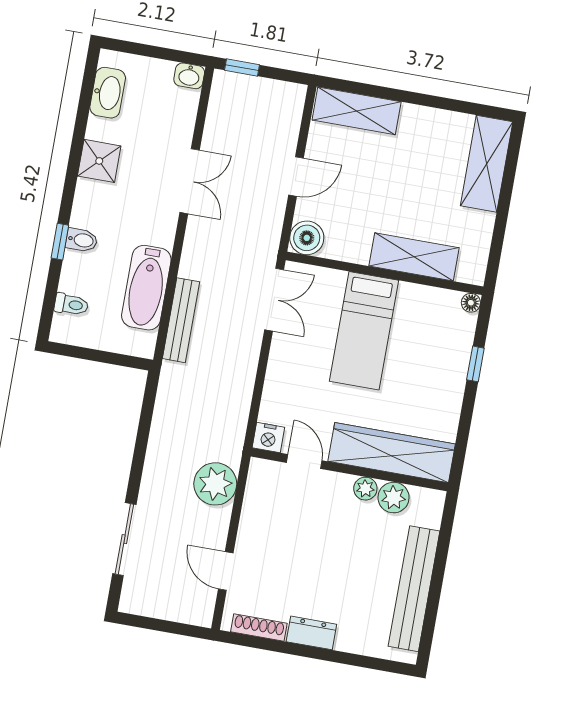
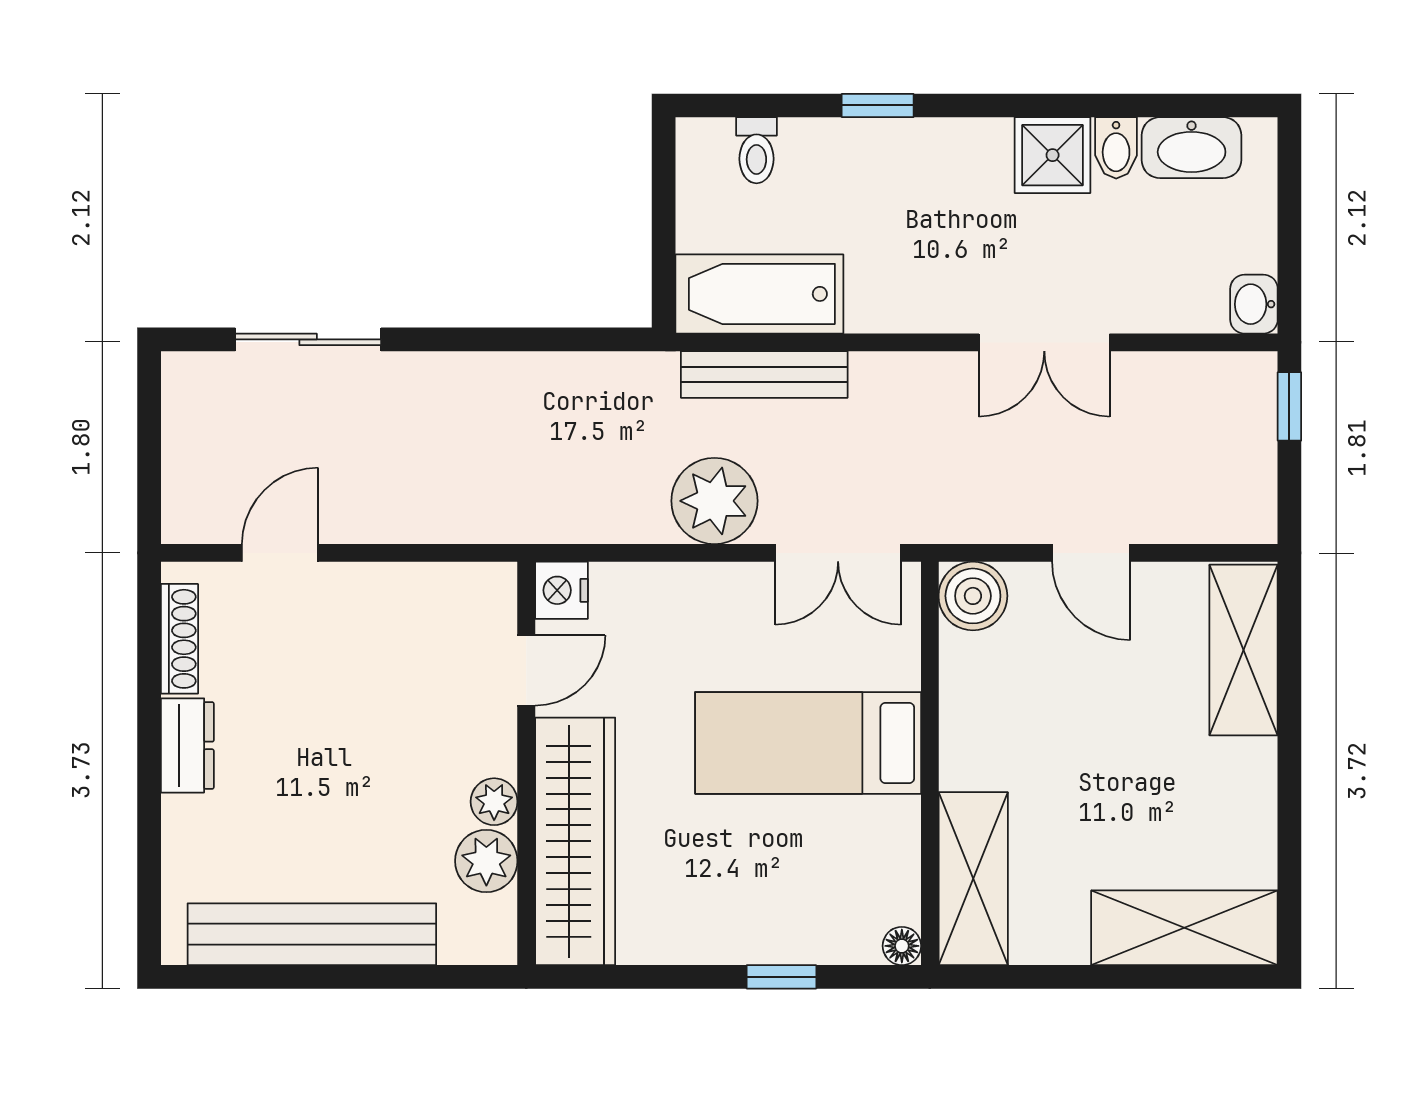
bidet: (82, 240) -> (1116, 148), moved
shelving: (414, 257) -> (973, 879), moved
bathtub: (146, 288) -> (759, 294), moved
plant: (215, 484) -> (714, 501), moved

